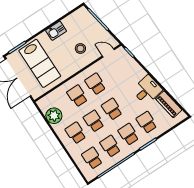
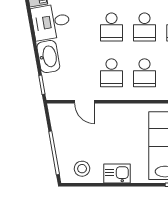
stool: (80, 49) -> (82, 169), moved
door: (108, 53) -> (85, 102), moved
washbasin: (136, 70) -> (48, 57), added

